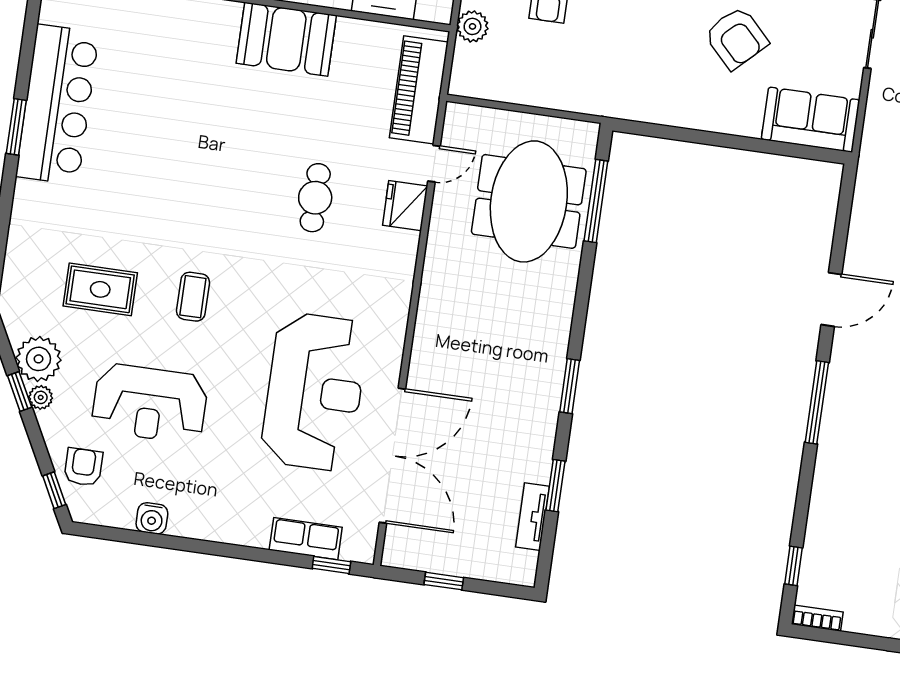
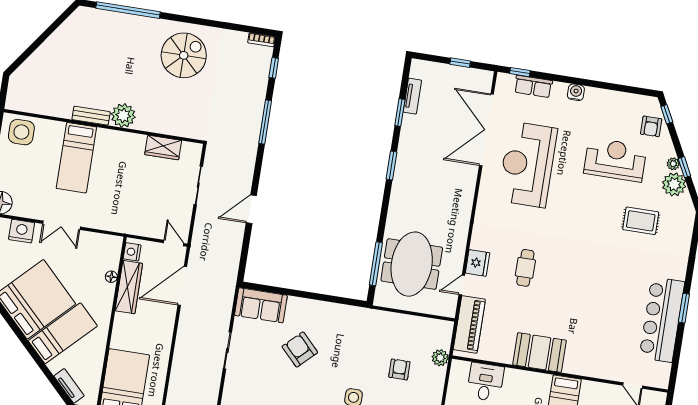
coffee table: (193, 297) -> (591, 216), removed
window: (817, 402) -> (265, 122), moved
water cooler: (152, 518) -> (576, 92), moved

